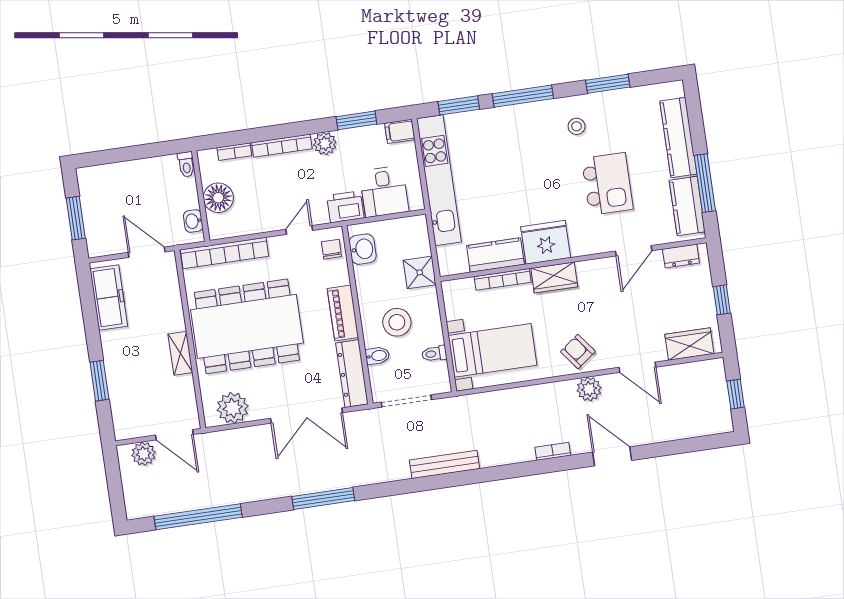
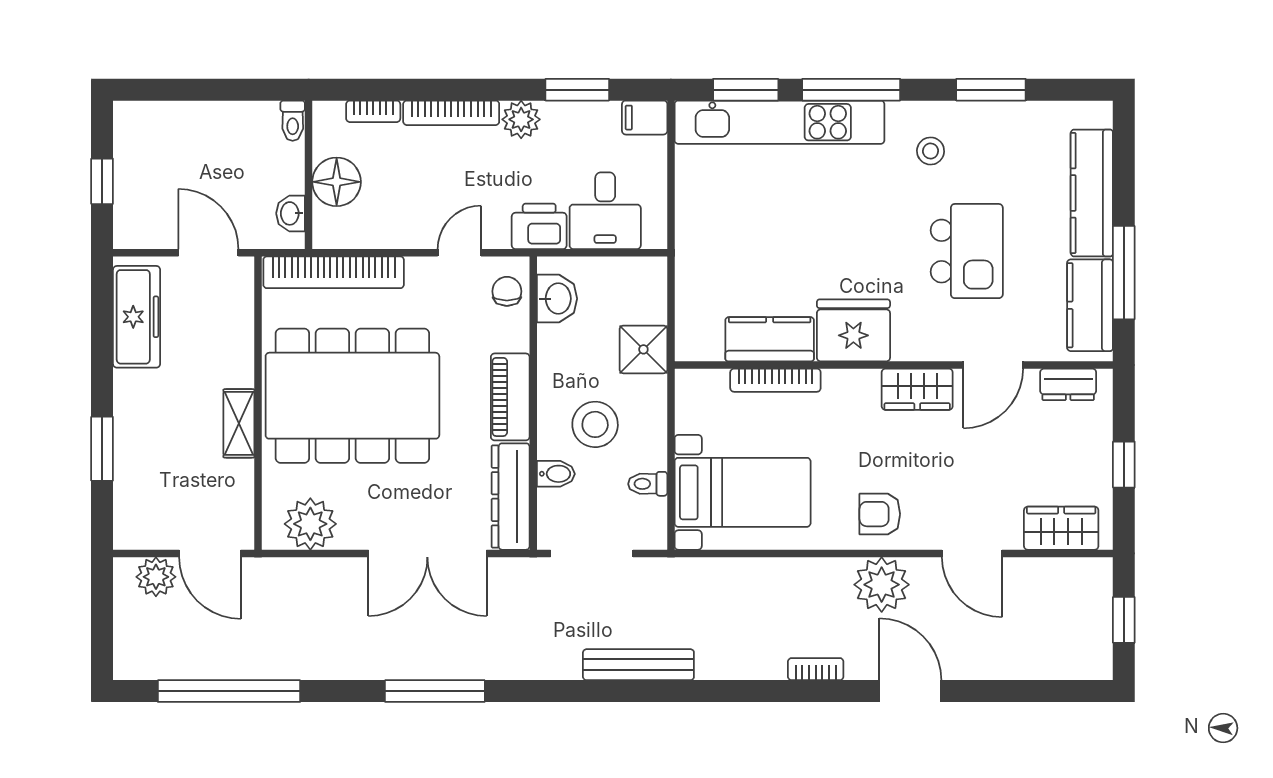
kitchen unit: (439, 180) -> (779, 122), moved, turned 90
window: (76, 218) -> (102, 181), width x0.67
wardrobe: (554, 277) -> (917, 389), moved
armchair: (578, 351) -> (880, 514), turned -53
plant: (589, 389) -> (882, 585), width x1.36, depth x1.36

